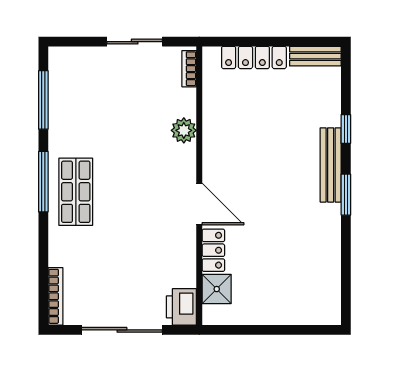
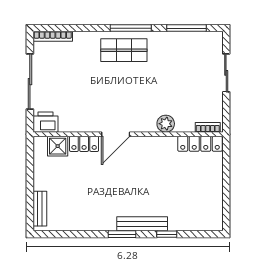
sliding door: (135, 42) -> (226, 73), moved
bench: (315, 56) -> (40, 209), moved
locker: (254, 57) -> (200, 144), moved, turned -90

